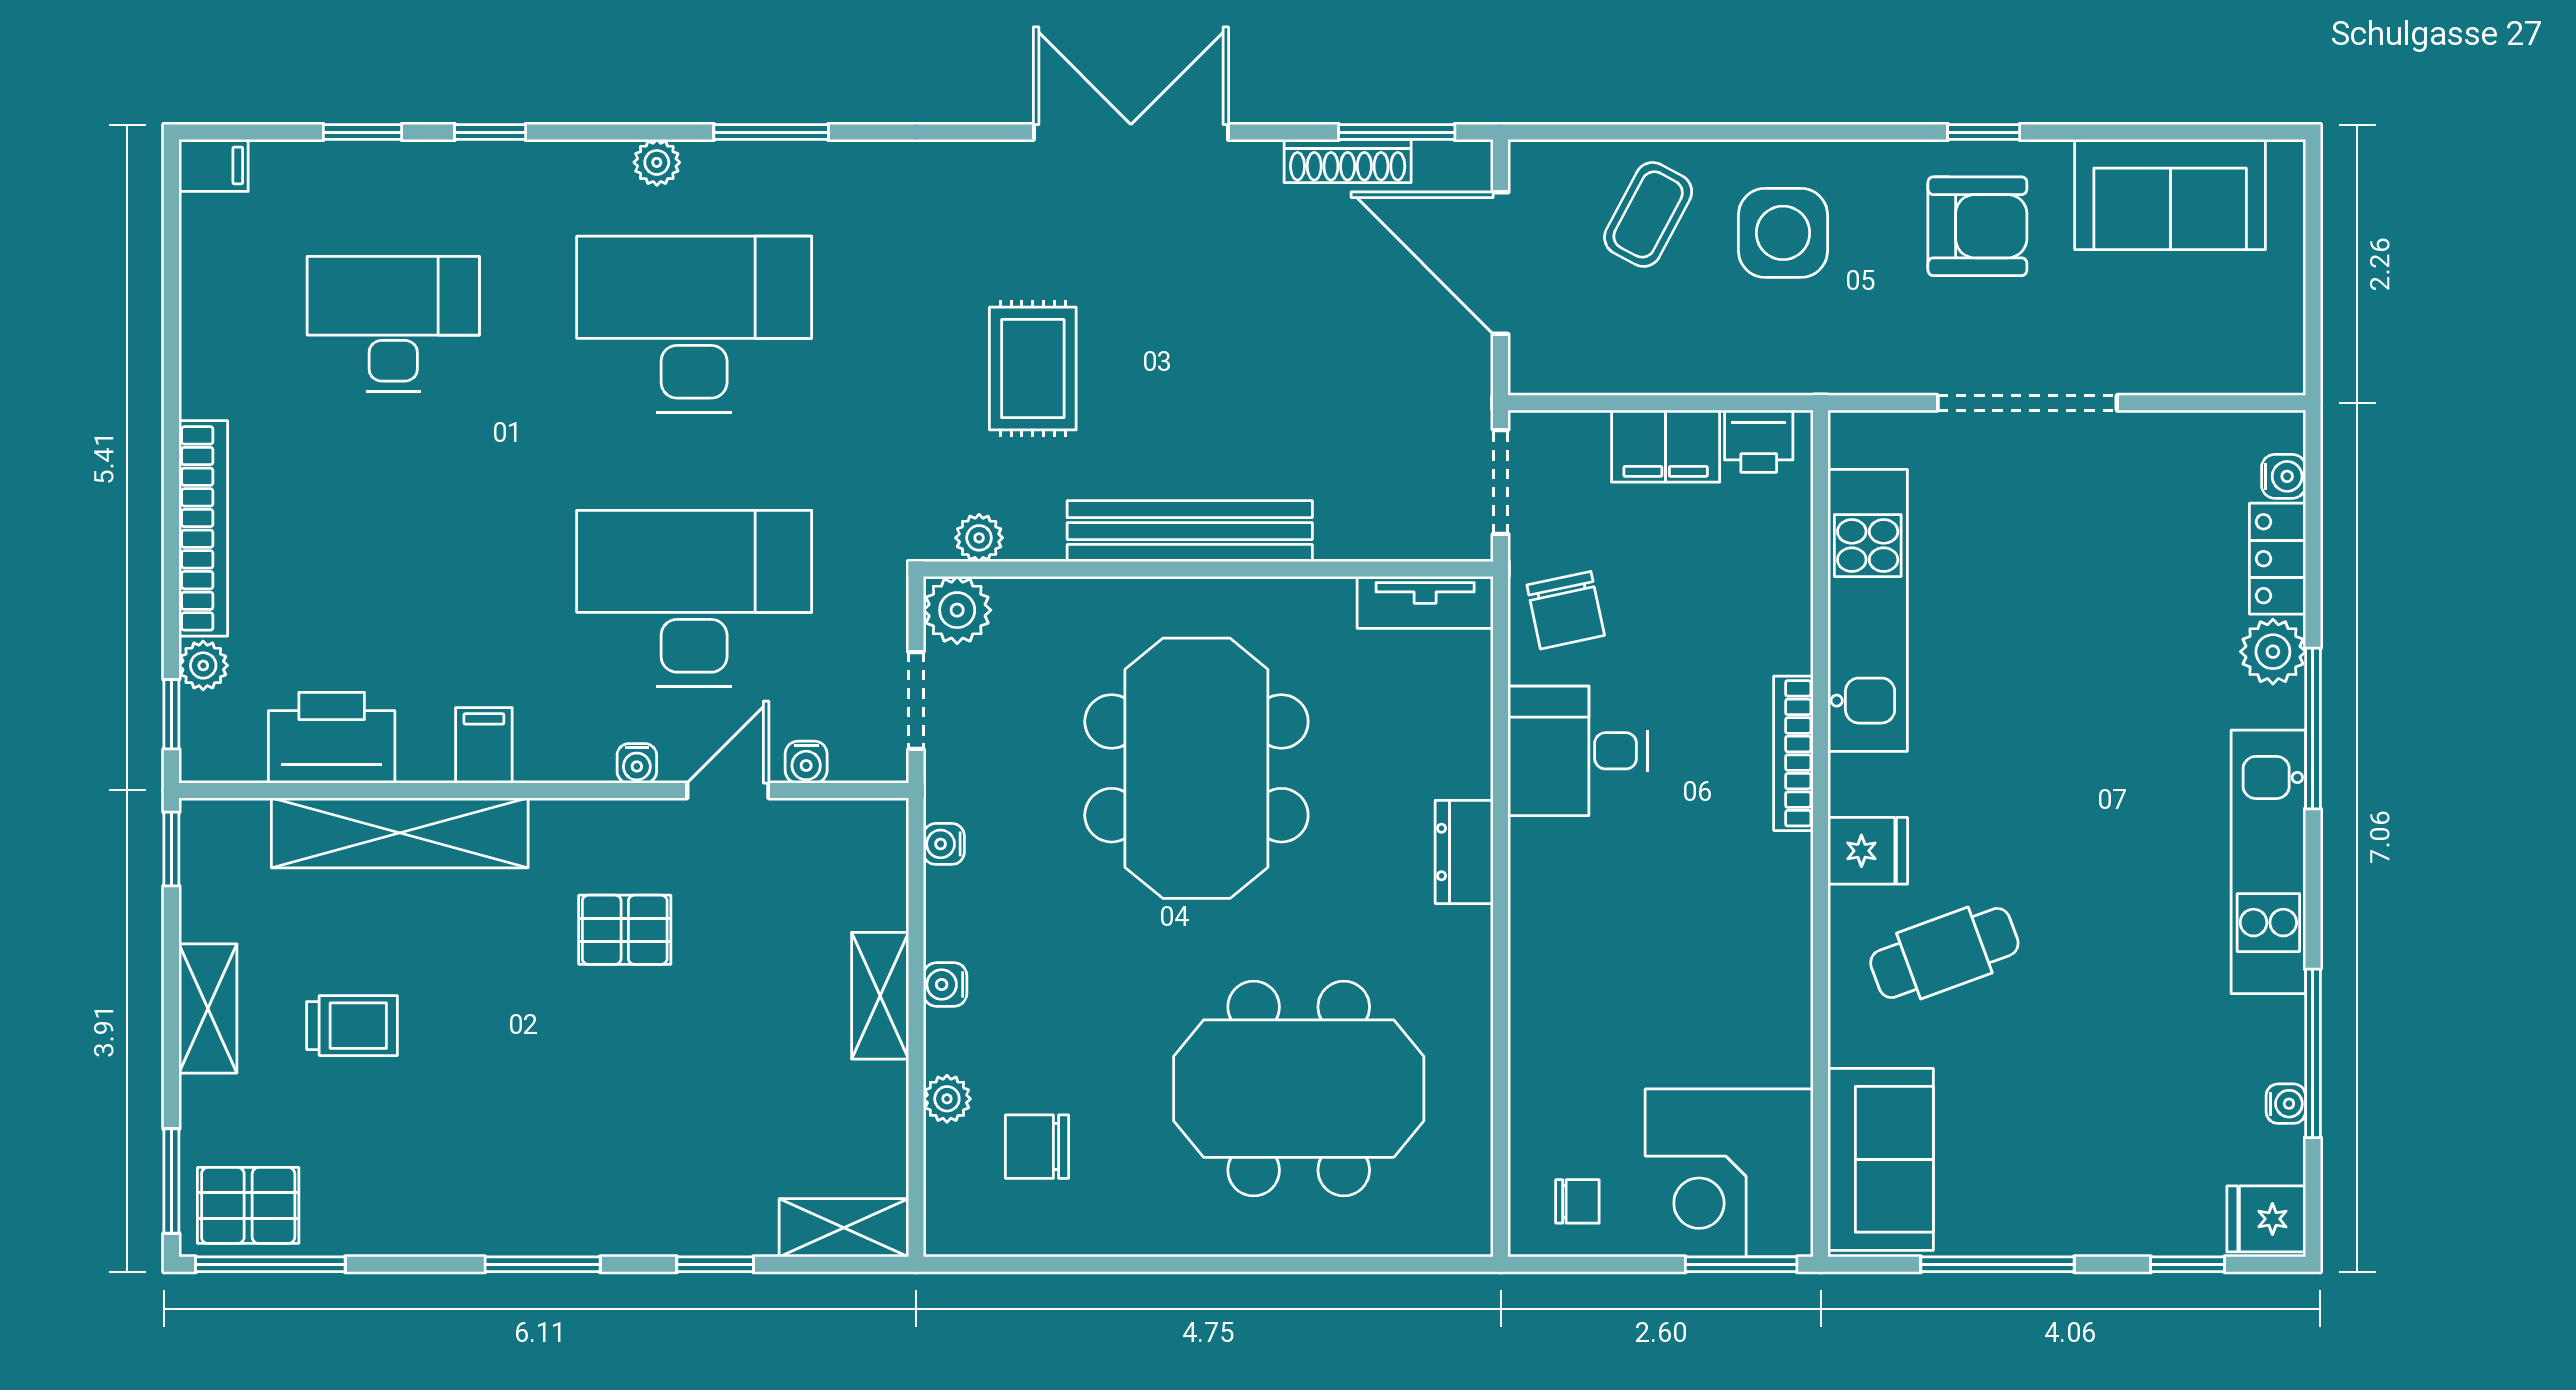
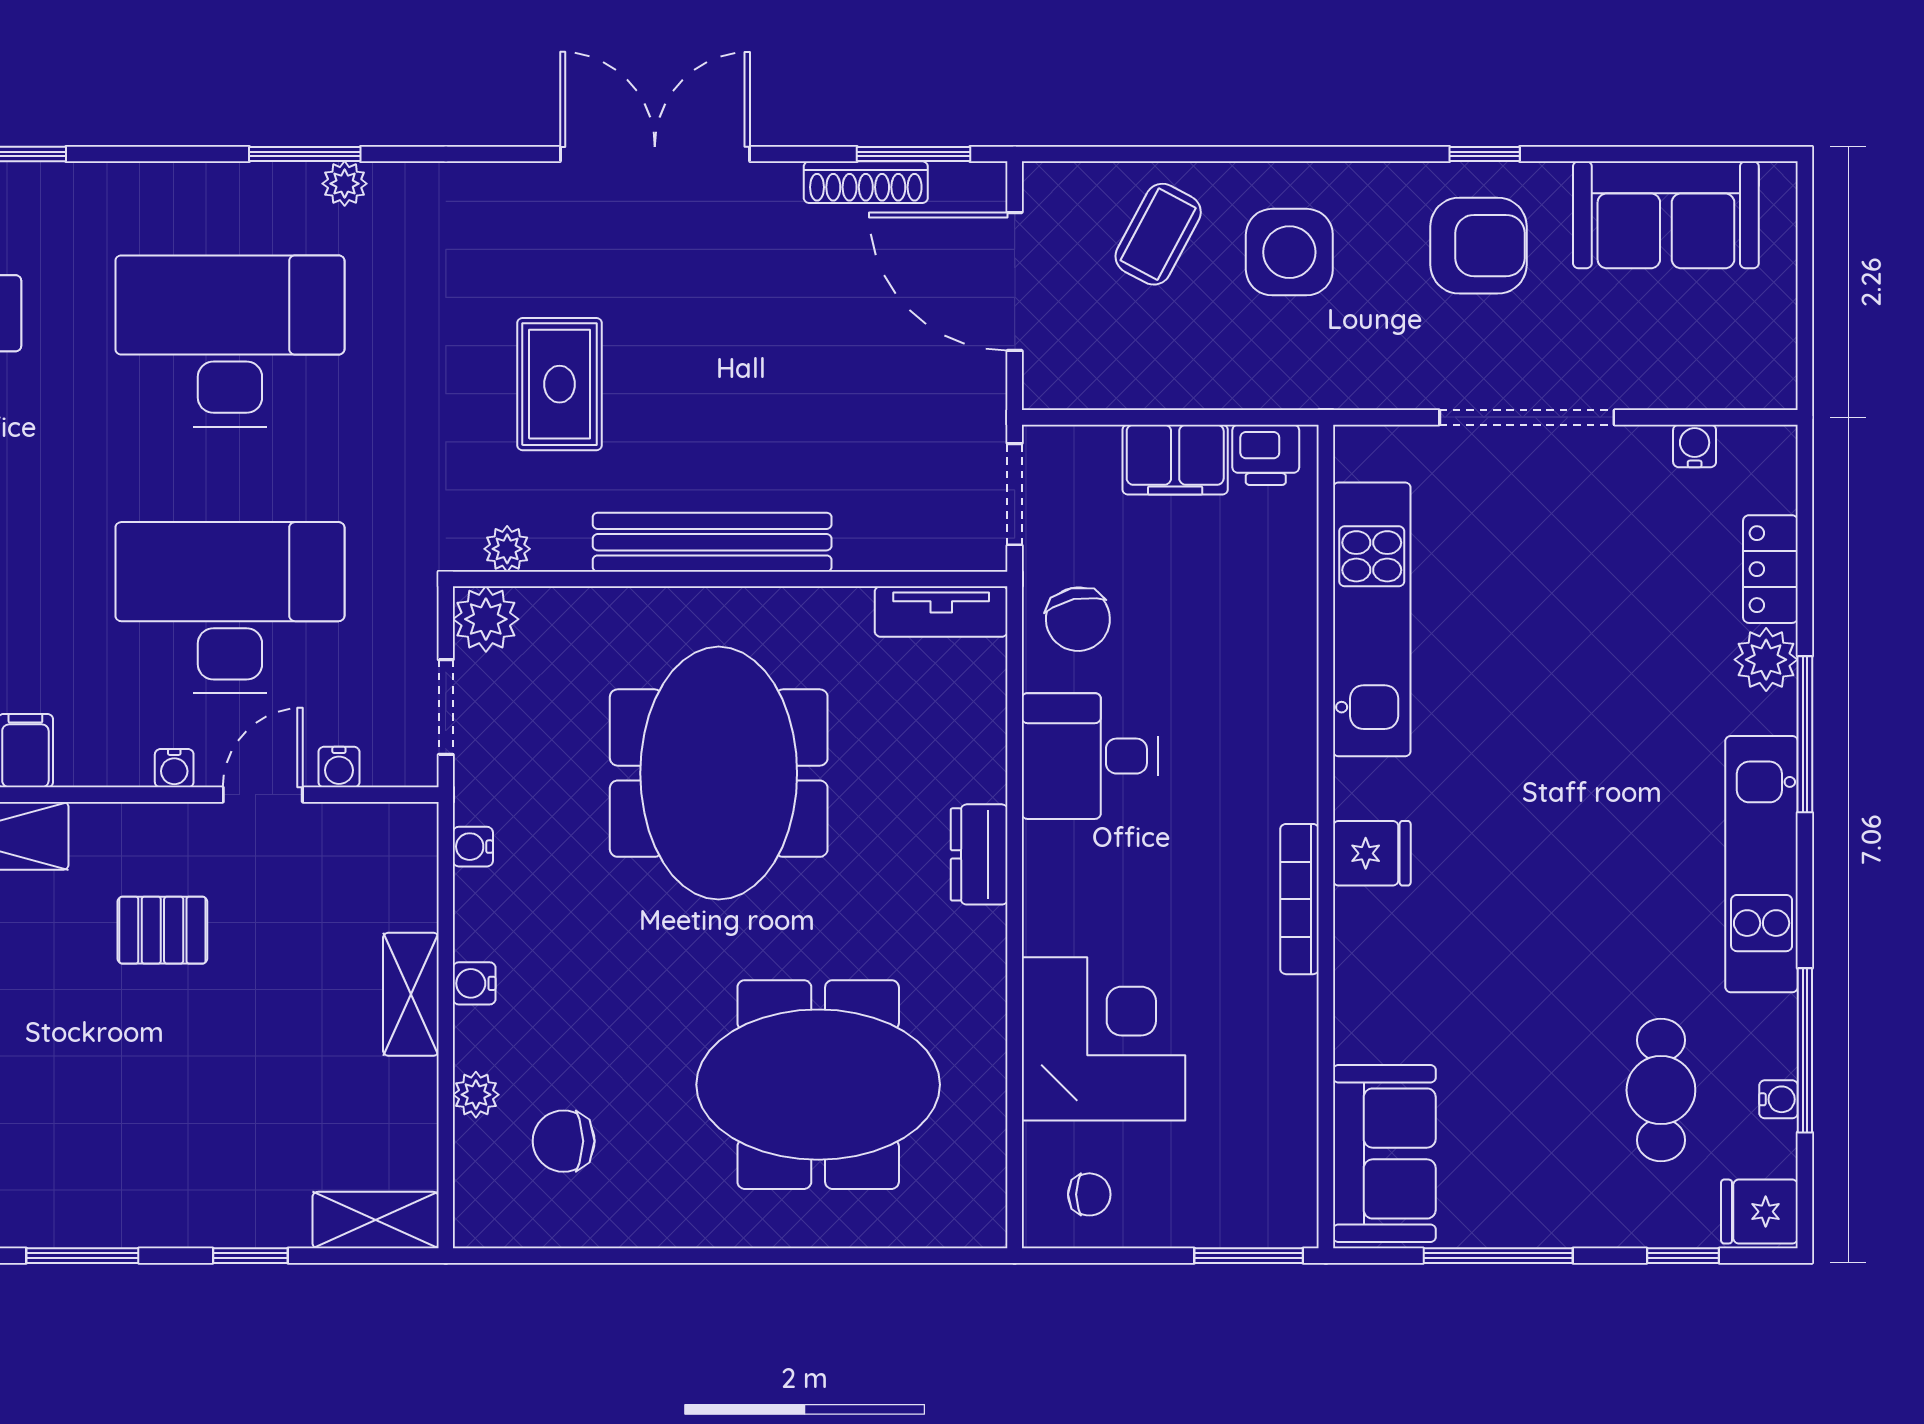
plant: (657, 162) -> (345, 184), moved
water cooler: (2284, 476) -> (1695, 446), moved, turned -90
bookcase: (1793, 753) -> (1300, 899), moved
cafe table: (1944, 953) -> (1661, 1090), moved, turned -70
corner desk: (1729, 1173) -> (1104, 1039), moved, turned 180

